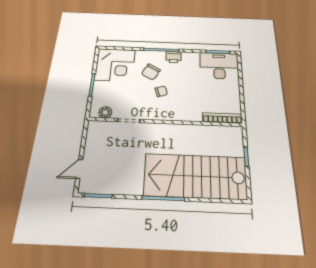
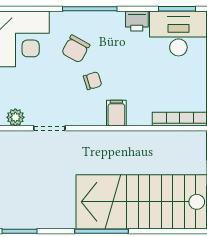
printer: (174, 57) -> (137, 21), moved
filing cabinet: (177, 112) -> (116, 113), added

